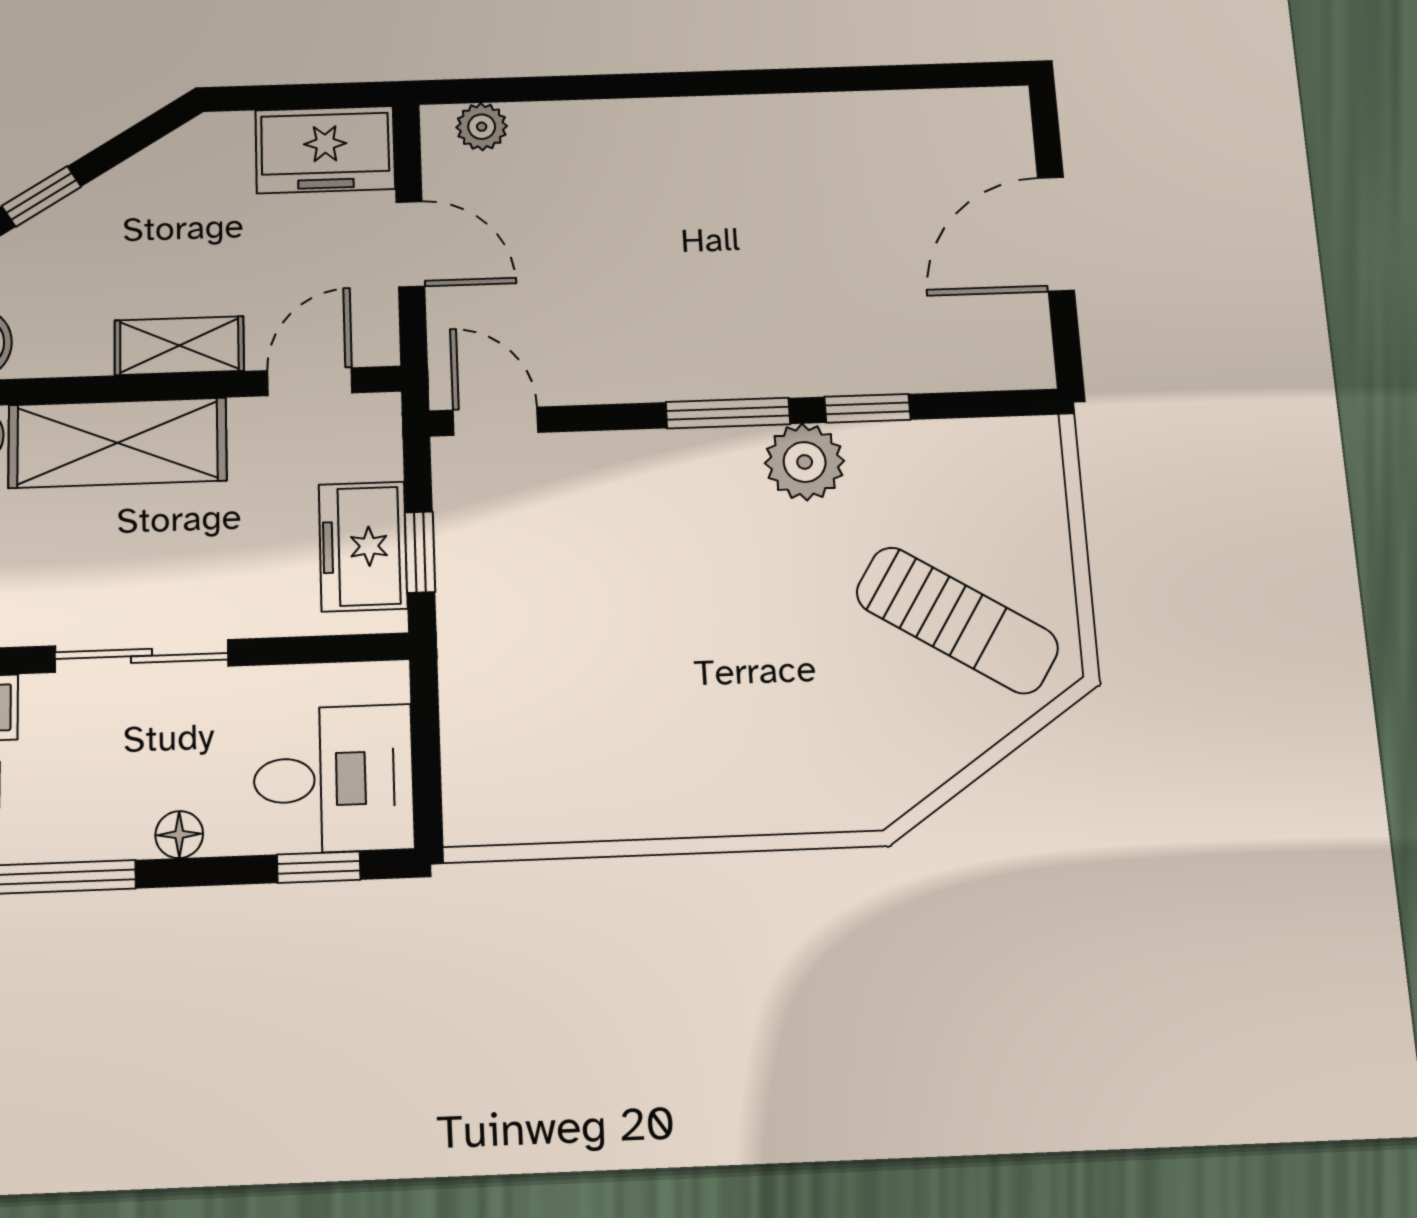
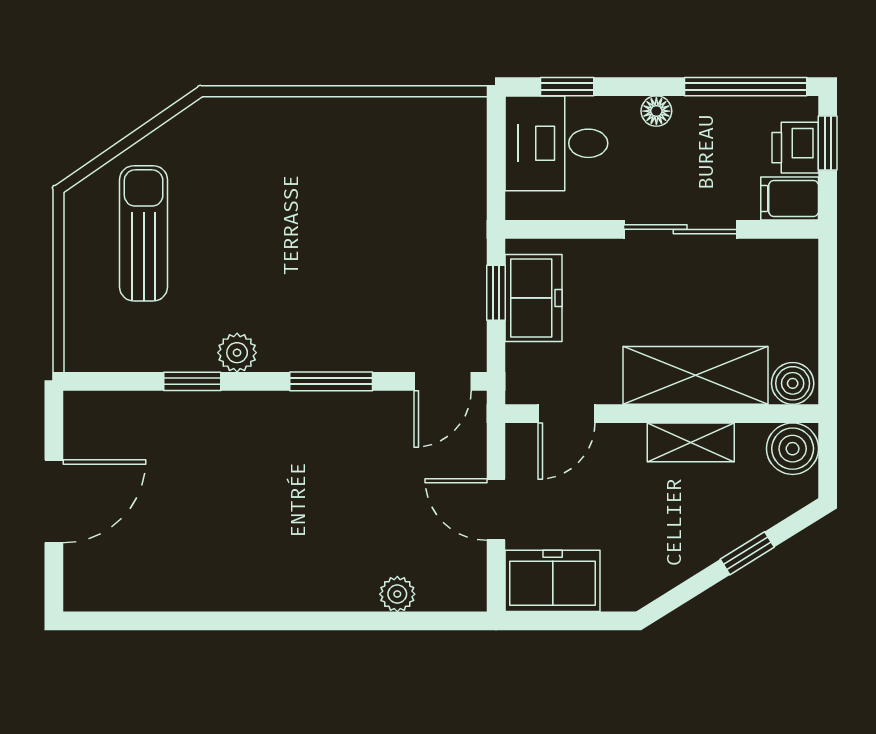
plant: (482, 127) -> (397, 594), moved
shelving: (179, 346) -> (691, 442), moved
window: (728, 413) -> (331, 381), moved
door: (496, 421) -> (443, 381), hinge flipped
plant: (805, 462) -> (237, 353), width x0.73, depth x0.73
sun lounger: (957, 620) -> (144, 233), turned 58

